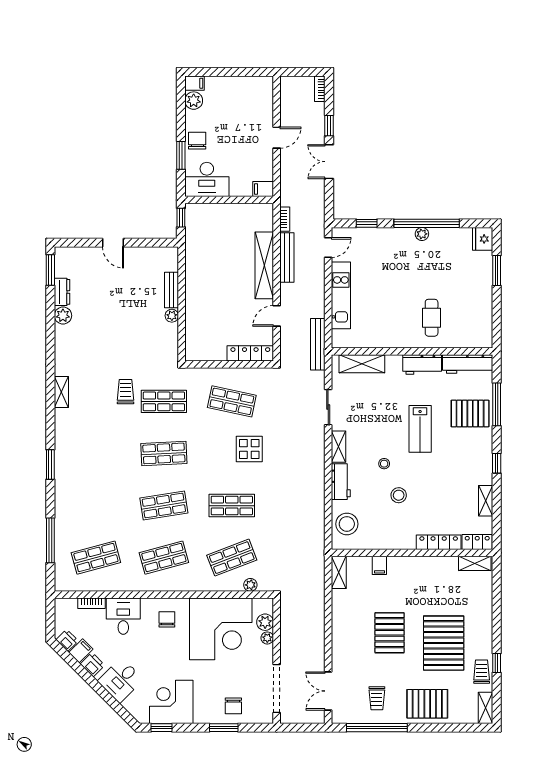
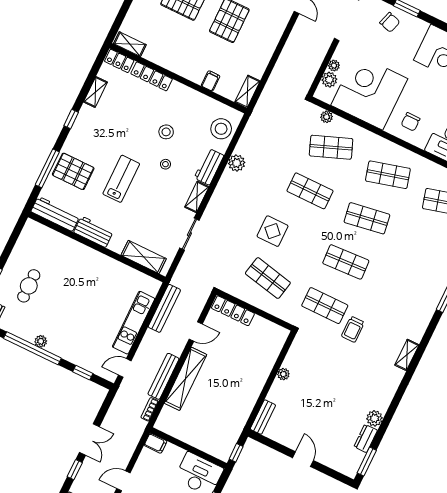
bench: (172, 290) -> (263, 417), moved
cafe table: (432, 318) -> (29, 286), moved
bench: (318, 344) -> (164, 308), moved
plant: (316, 498) -> (237, 163), added
chair: (233, 706) -> (390, 22), turned 107

